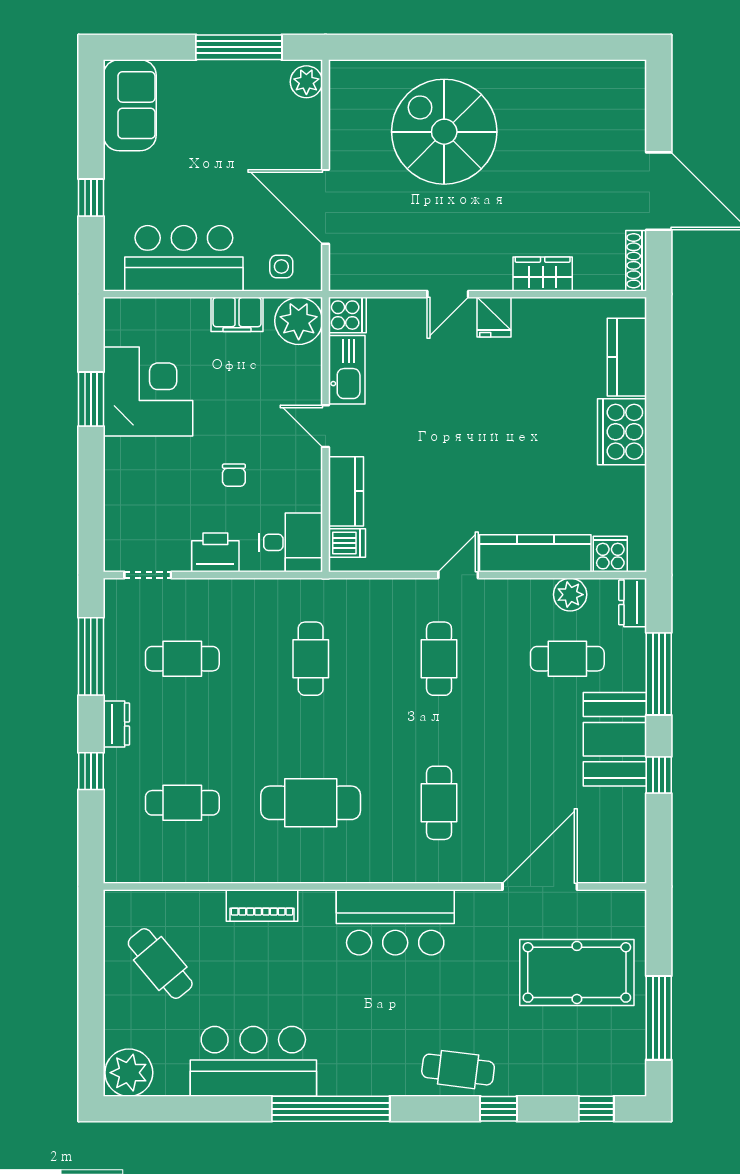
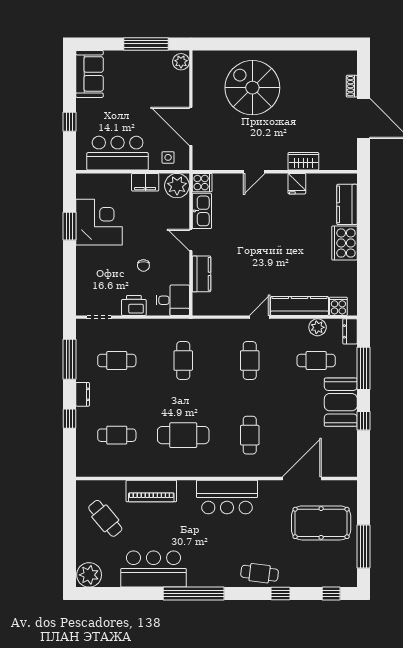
shoe rack: (636, 261) -> (352, 86), moved, width x0.70
fridge: (494, 317) -> (297, 184), moved
dishwasher: (347, 543) -> (202, 301), removed
piano: (262, 906) -> (151, 491), width x1.37, depth x1.33

